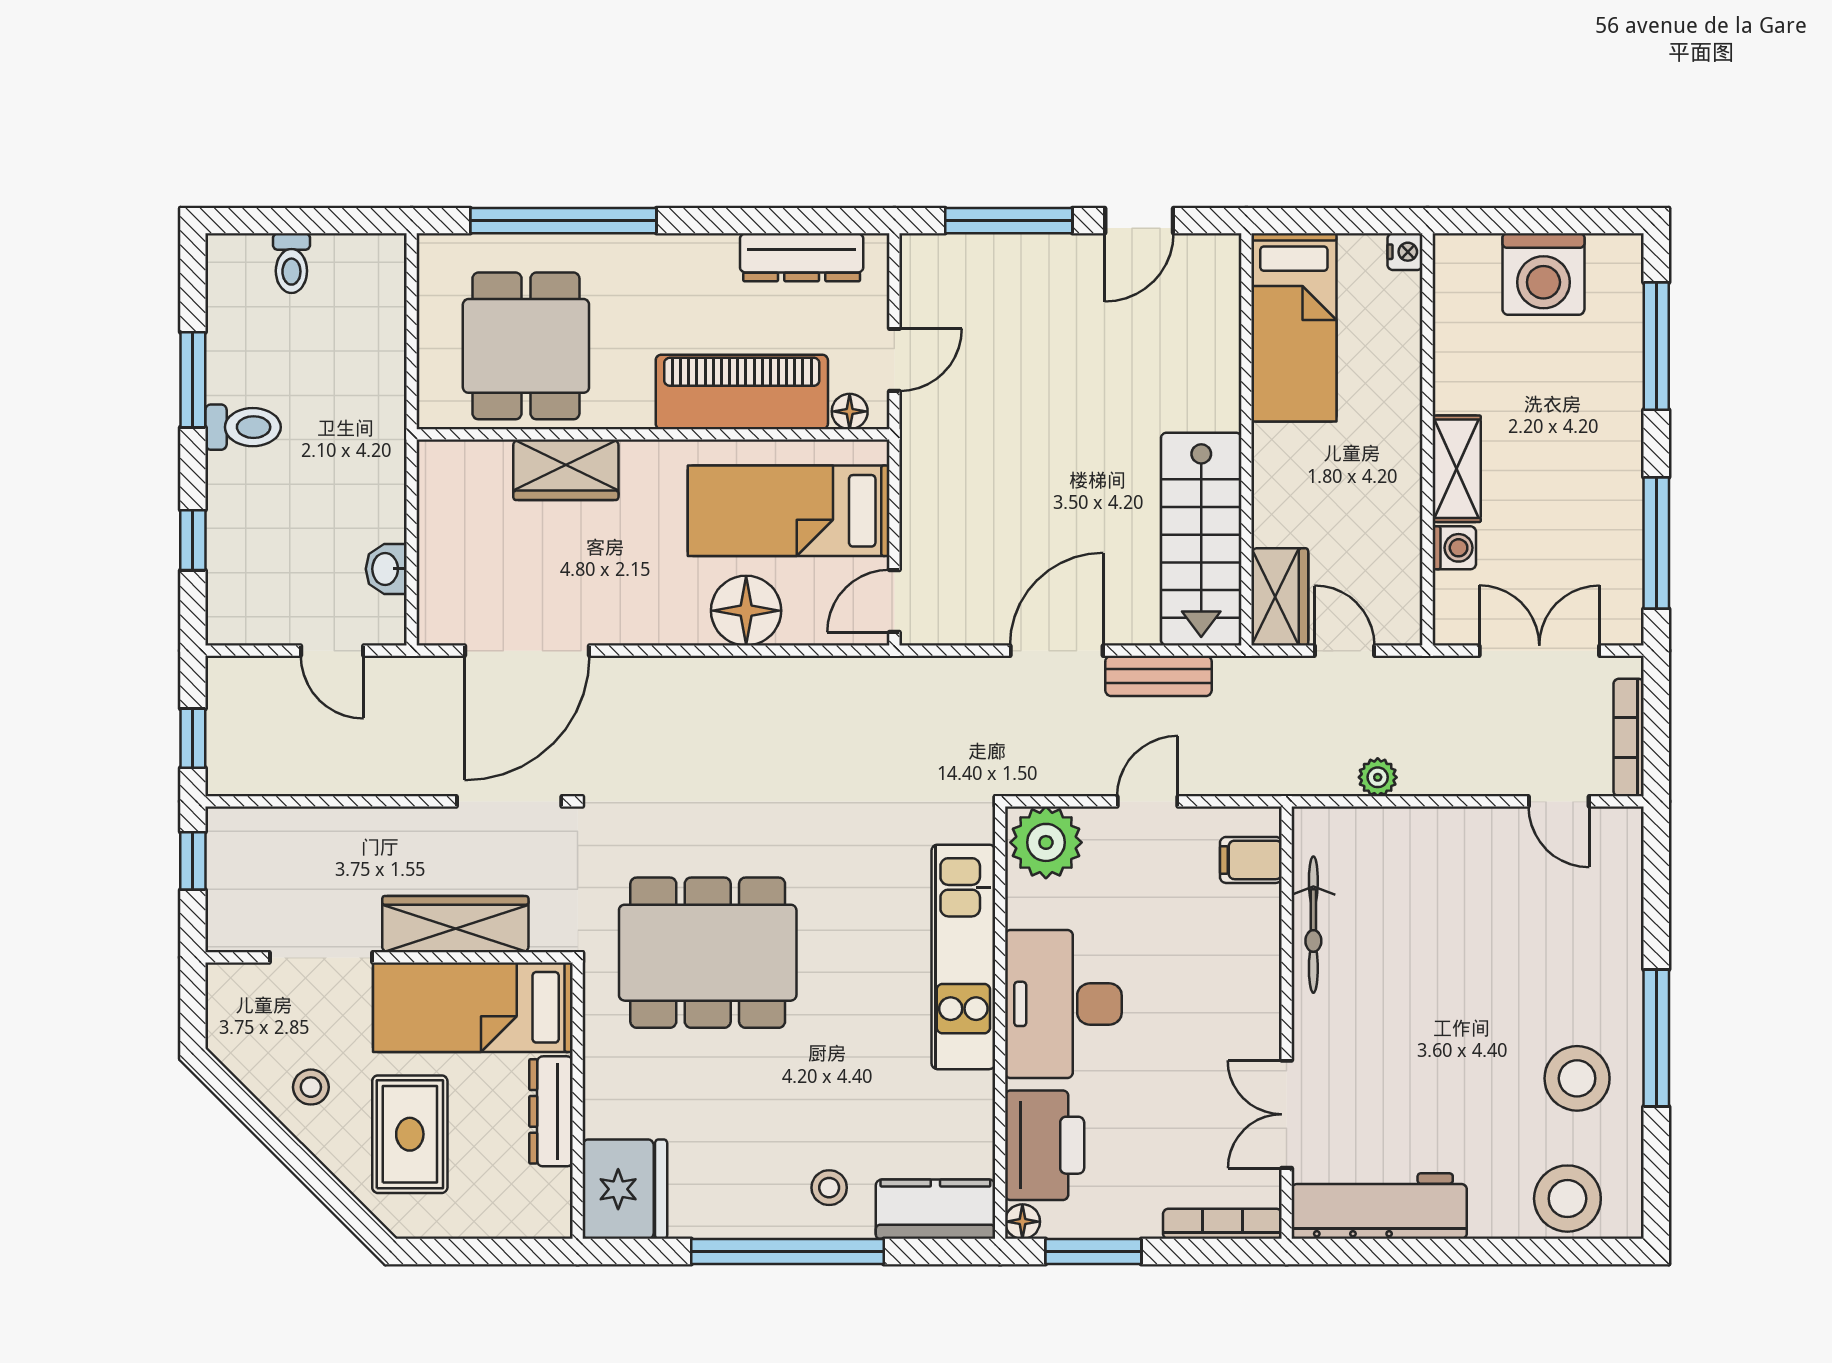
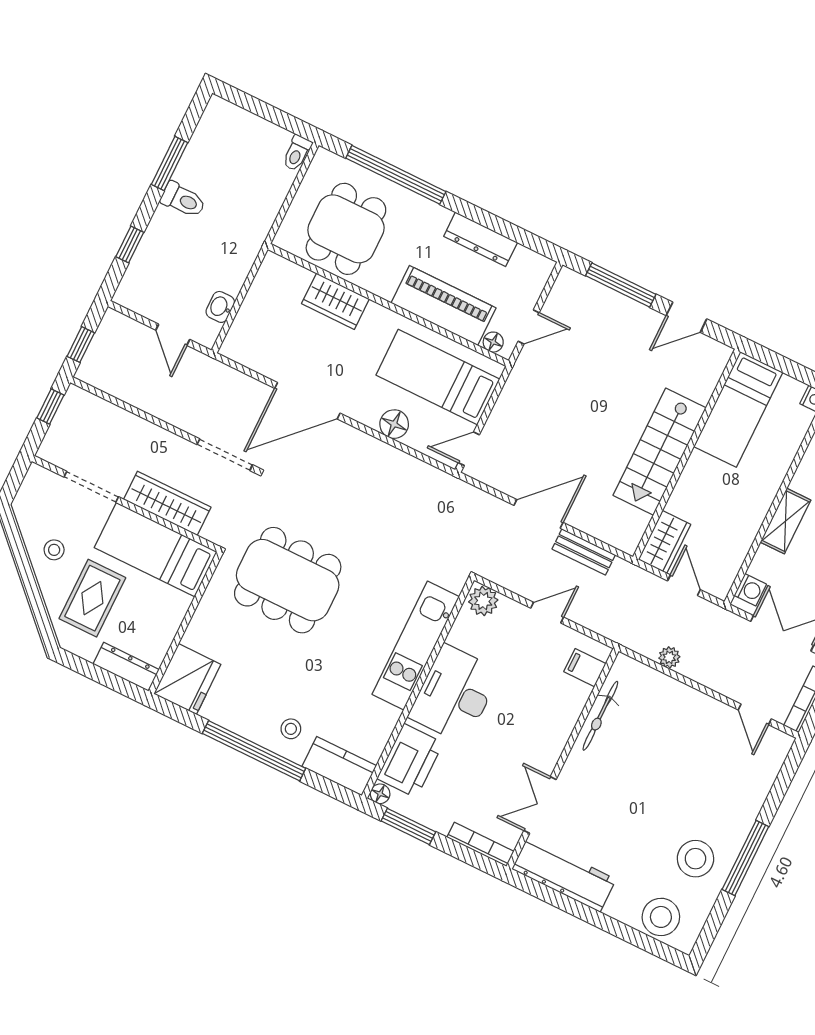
dresser: (802, 257) -> (481, 239), moved
toilet: (291, 263) -> (297, 153), moved
stairs: (1201, 539) -> (660, 452), moved
washing machine: (1454, 548) -> (750, 590), moved
floor lamp: (746, 611) -> (394, 424), width x0.73, depth x0.73
door: (527, 651) -> (307, 401), moved
plant: (1046, 842) -> (483, 601), width x0.73, depth x0.73
dresser: (551, 1111) -> (126, 667), moved, turned 90

